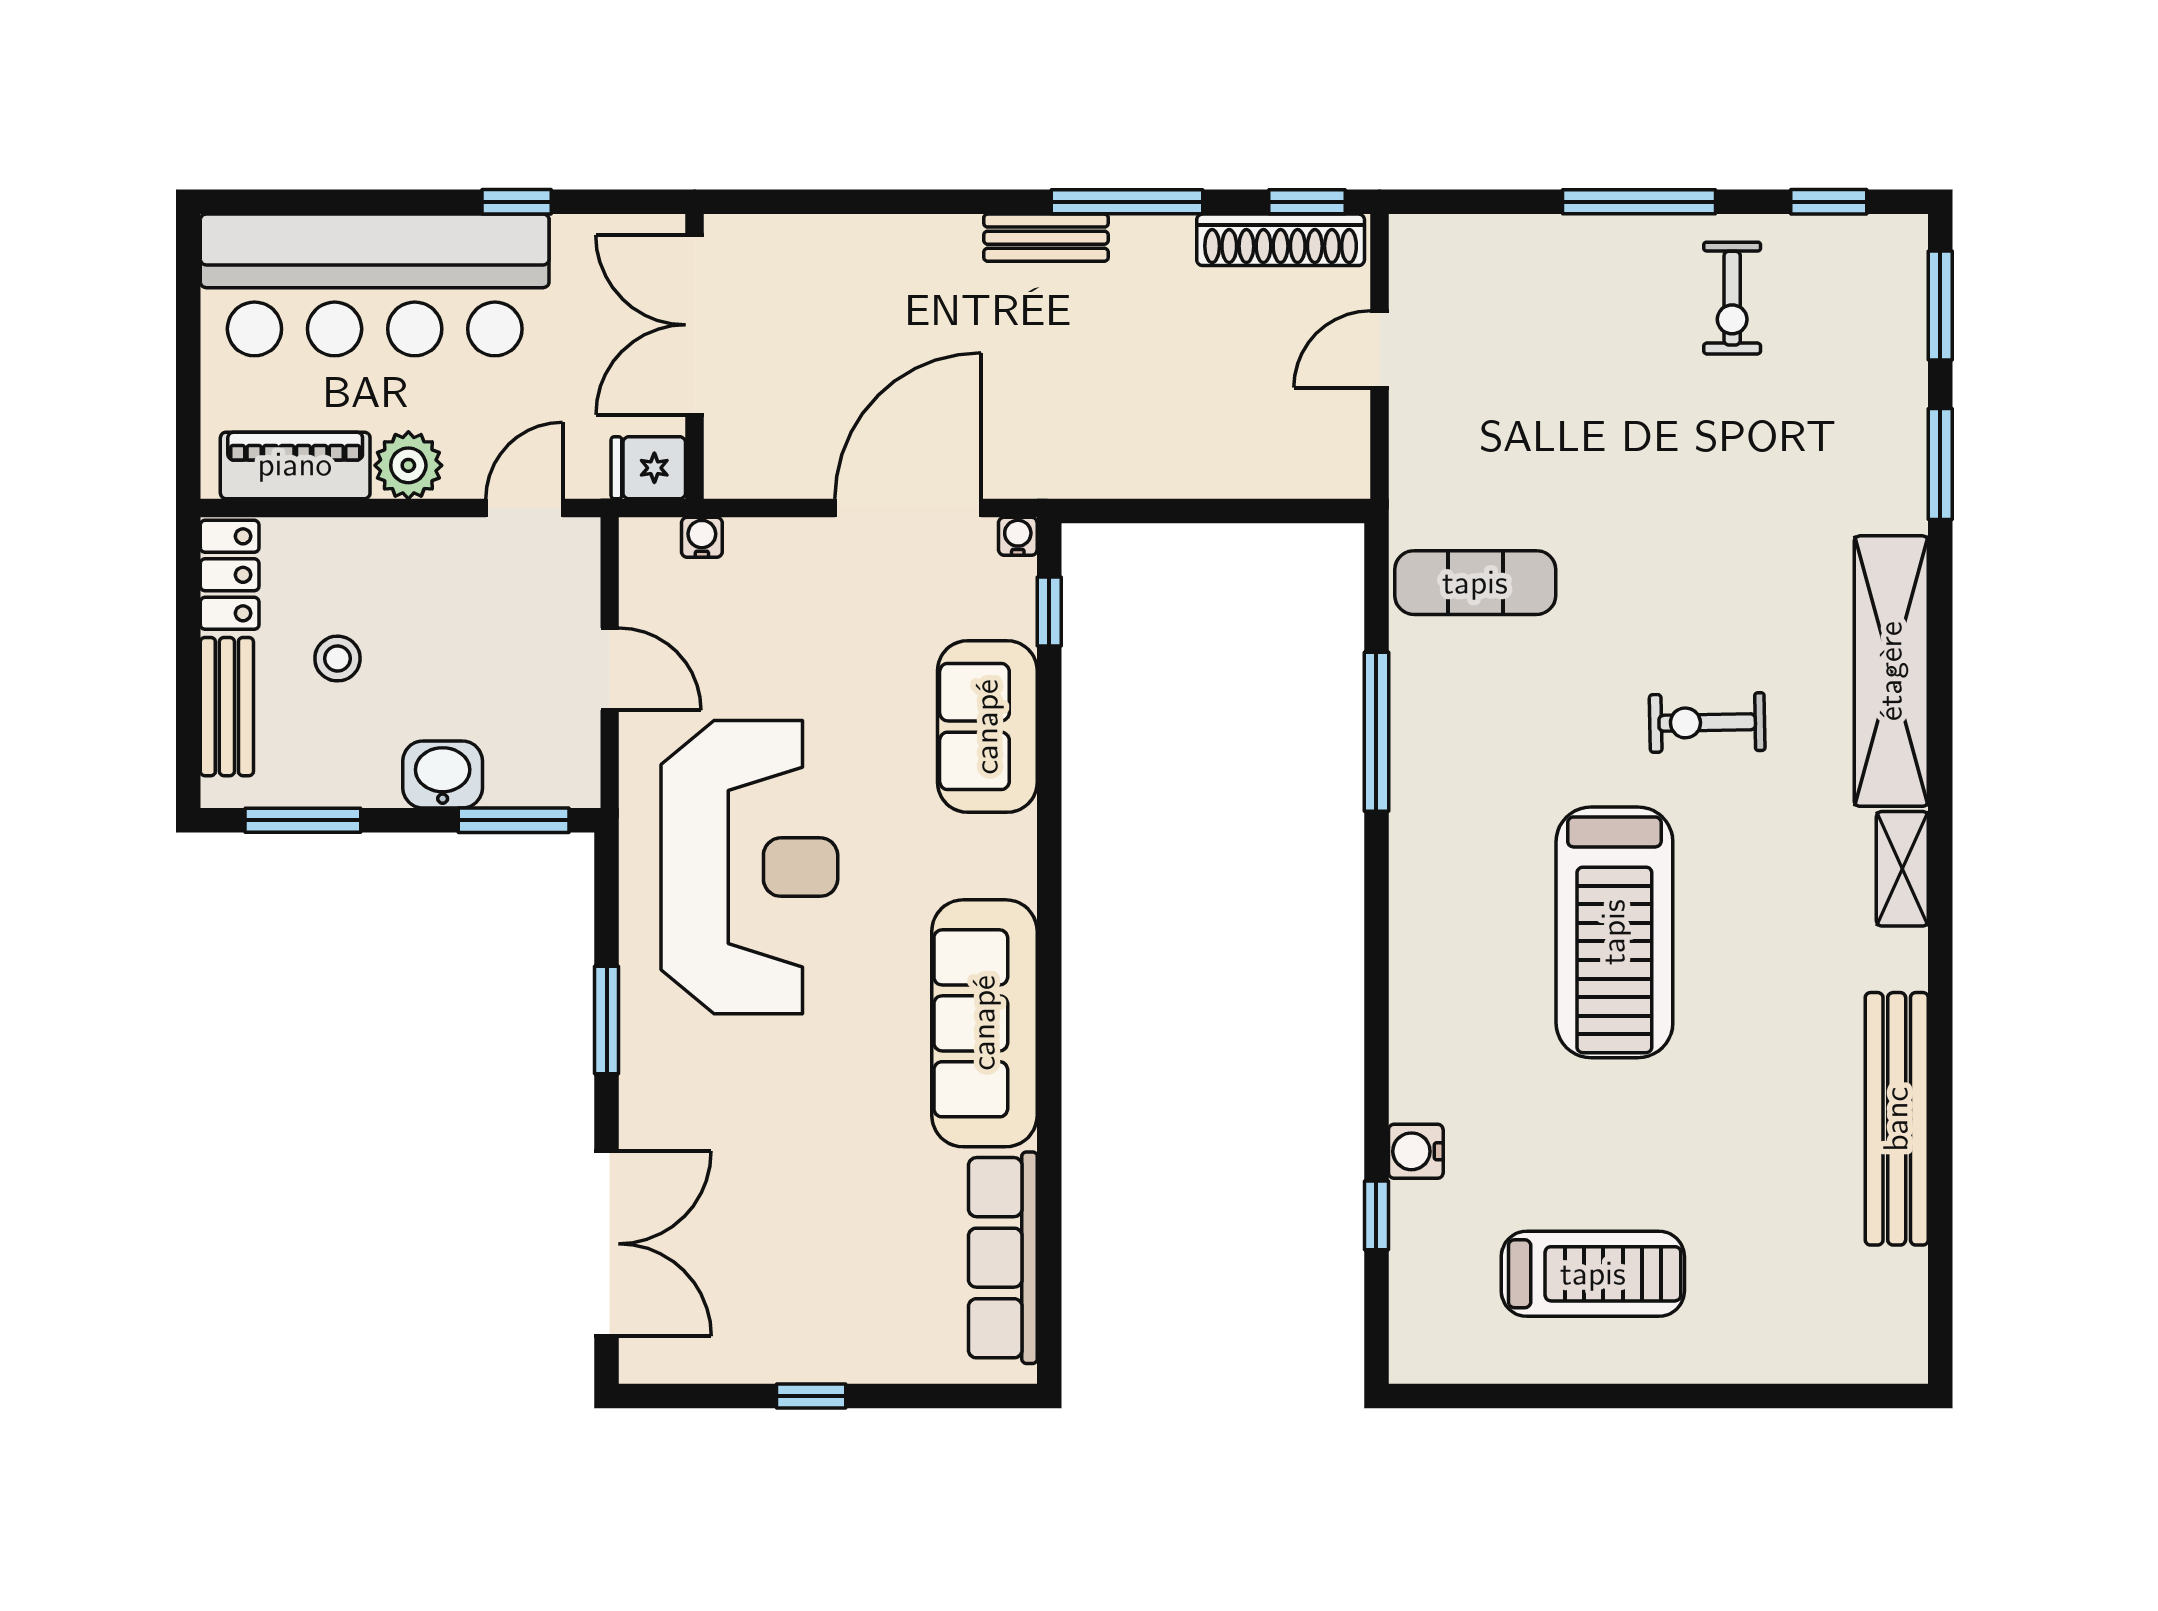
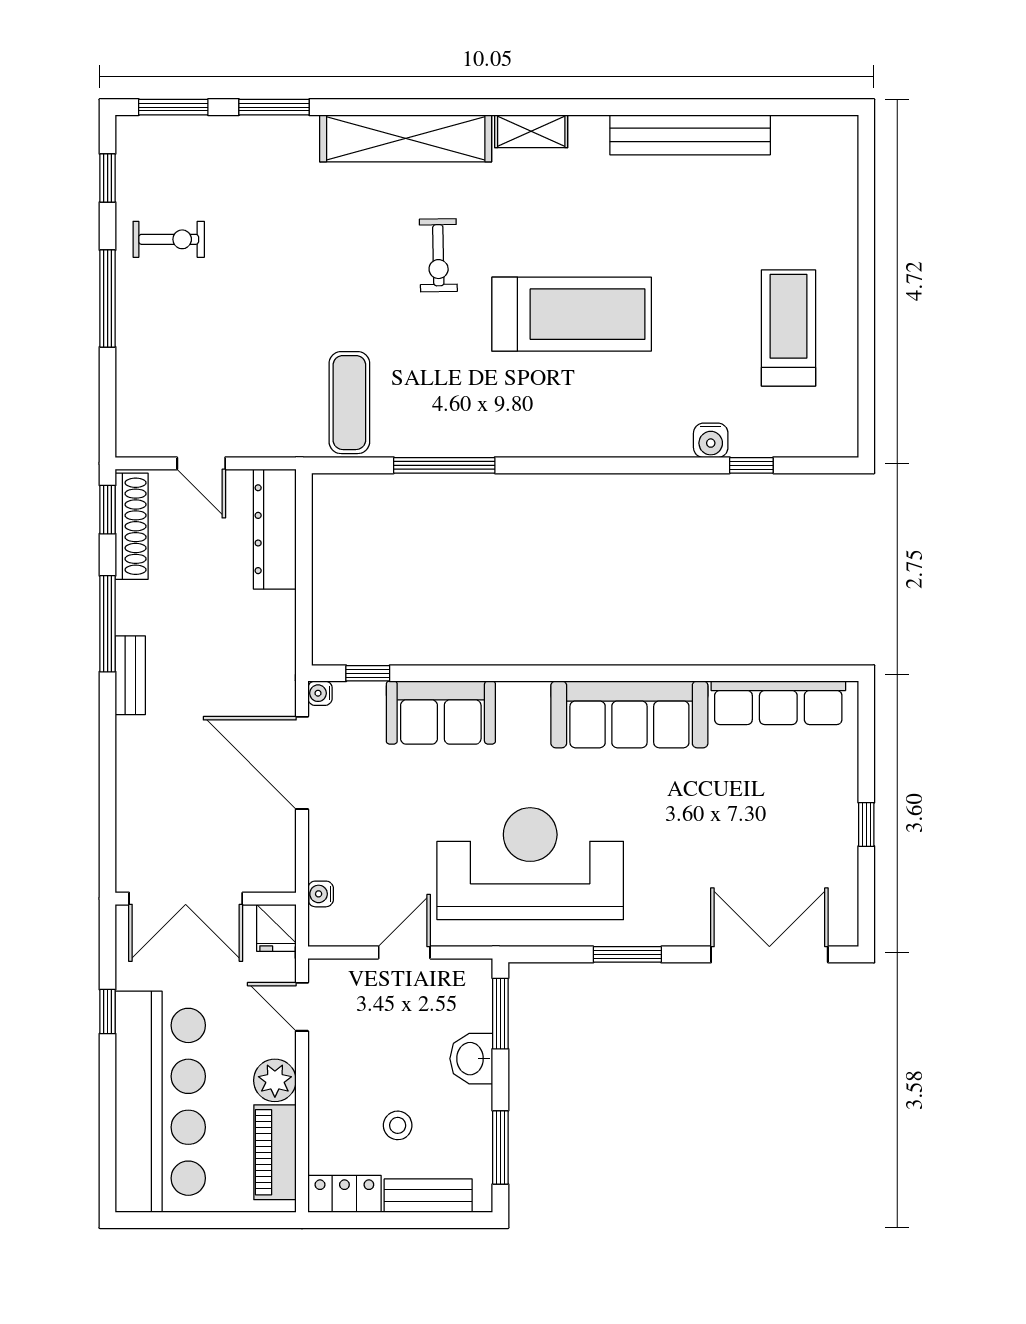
dresser: (1276, 465) -> (275, 529), added

